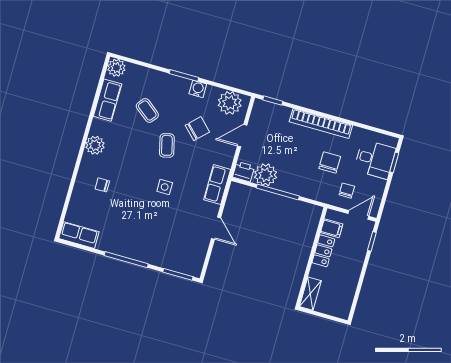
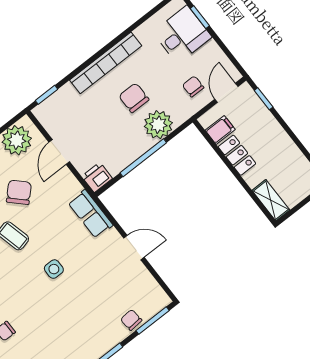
chair: (330, 162) -> (134, 98), moved
plant: (266, 175) -> (158, 125), moved
chair: (168, 260) -> (131, 320), added

